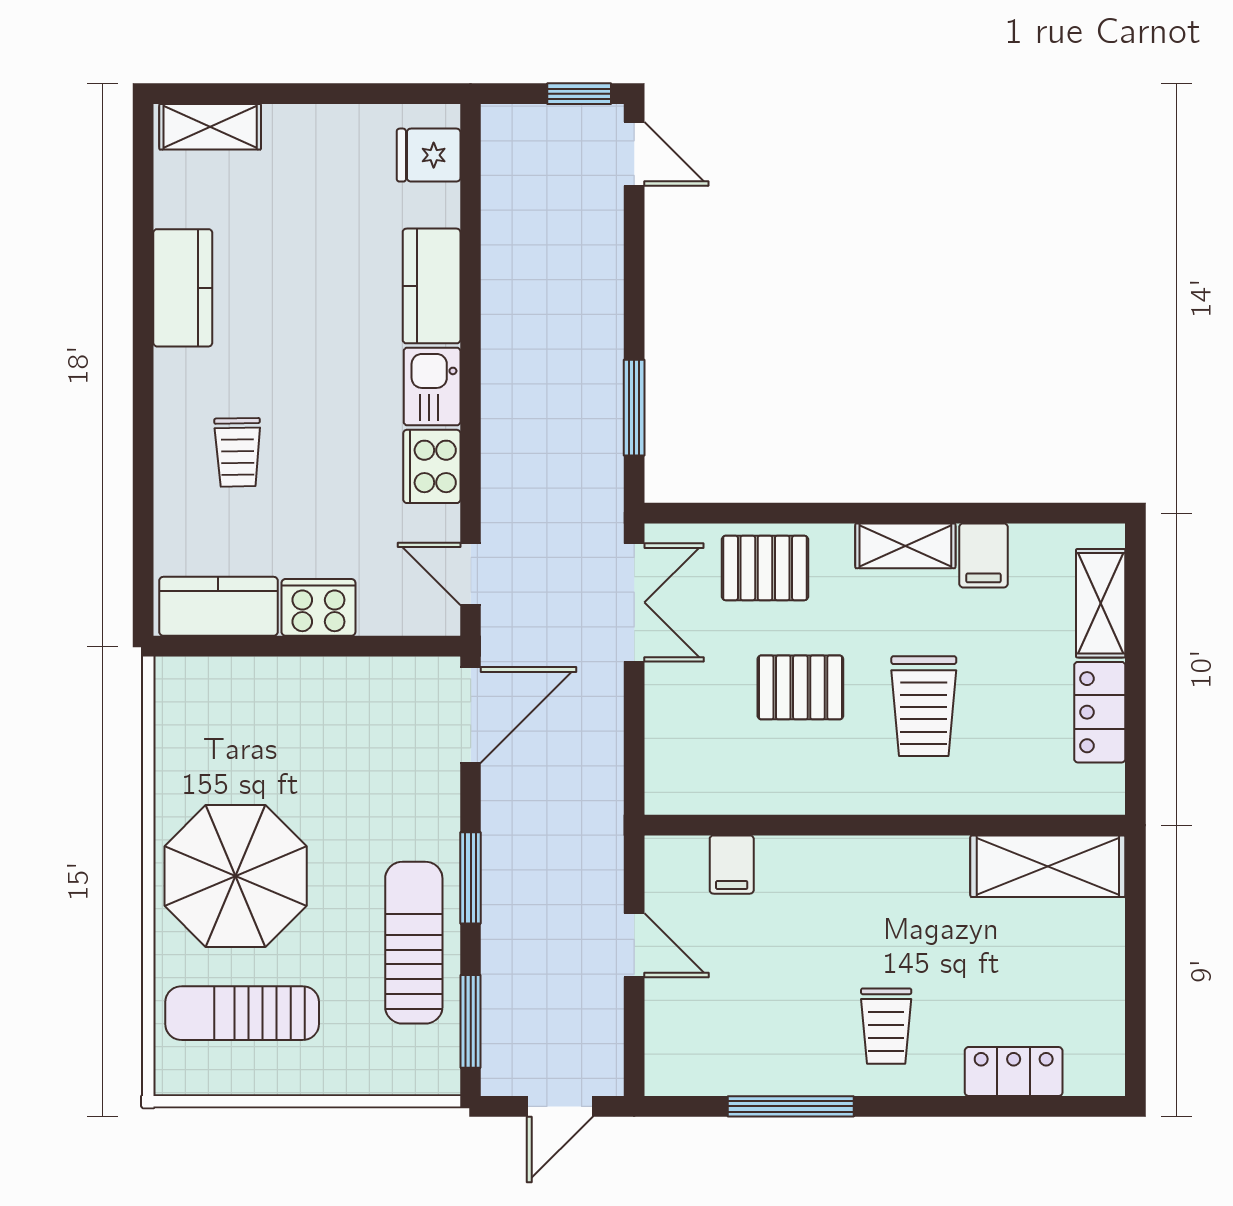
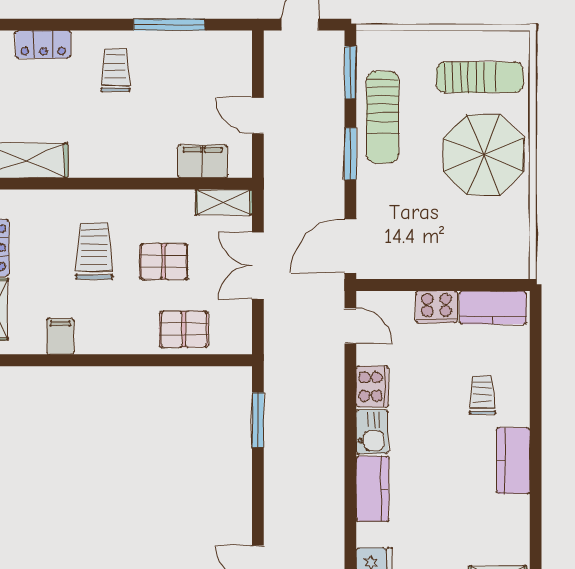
kitchen counter: (183, 288) -> (513, 461), moved
shelving: (905, 546) -> (224, 202), moved
double door: (634, 602) -> (258, 266), moved
filing cabinet: (732, 865) -> (203, 161), width x2.00

